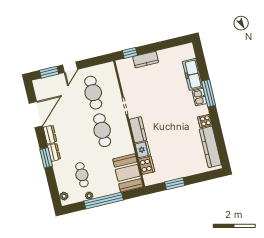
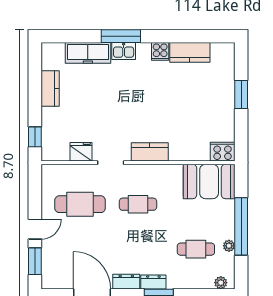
kitchen counter: (146, 60) -> (50, 89), moved
door: (70, 67) -> (35, 229), hinge flipped
cafe table: (102, 130) -> (138, 204), width x0.73, depth x0.74
kitchen counter: (210, 147) -> (190, 52), width x0.67
fridge: (143, 150) -> (81, 152), moved
cooker: (147, 165) -> (223, 152), moved
window: (175, 184) -> (241, 94), moved

